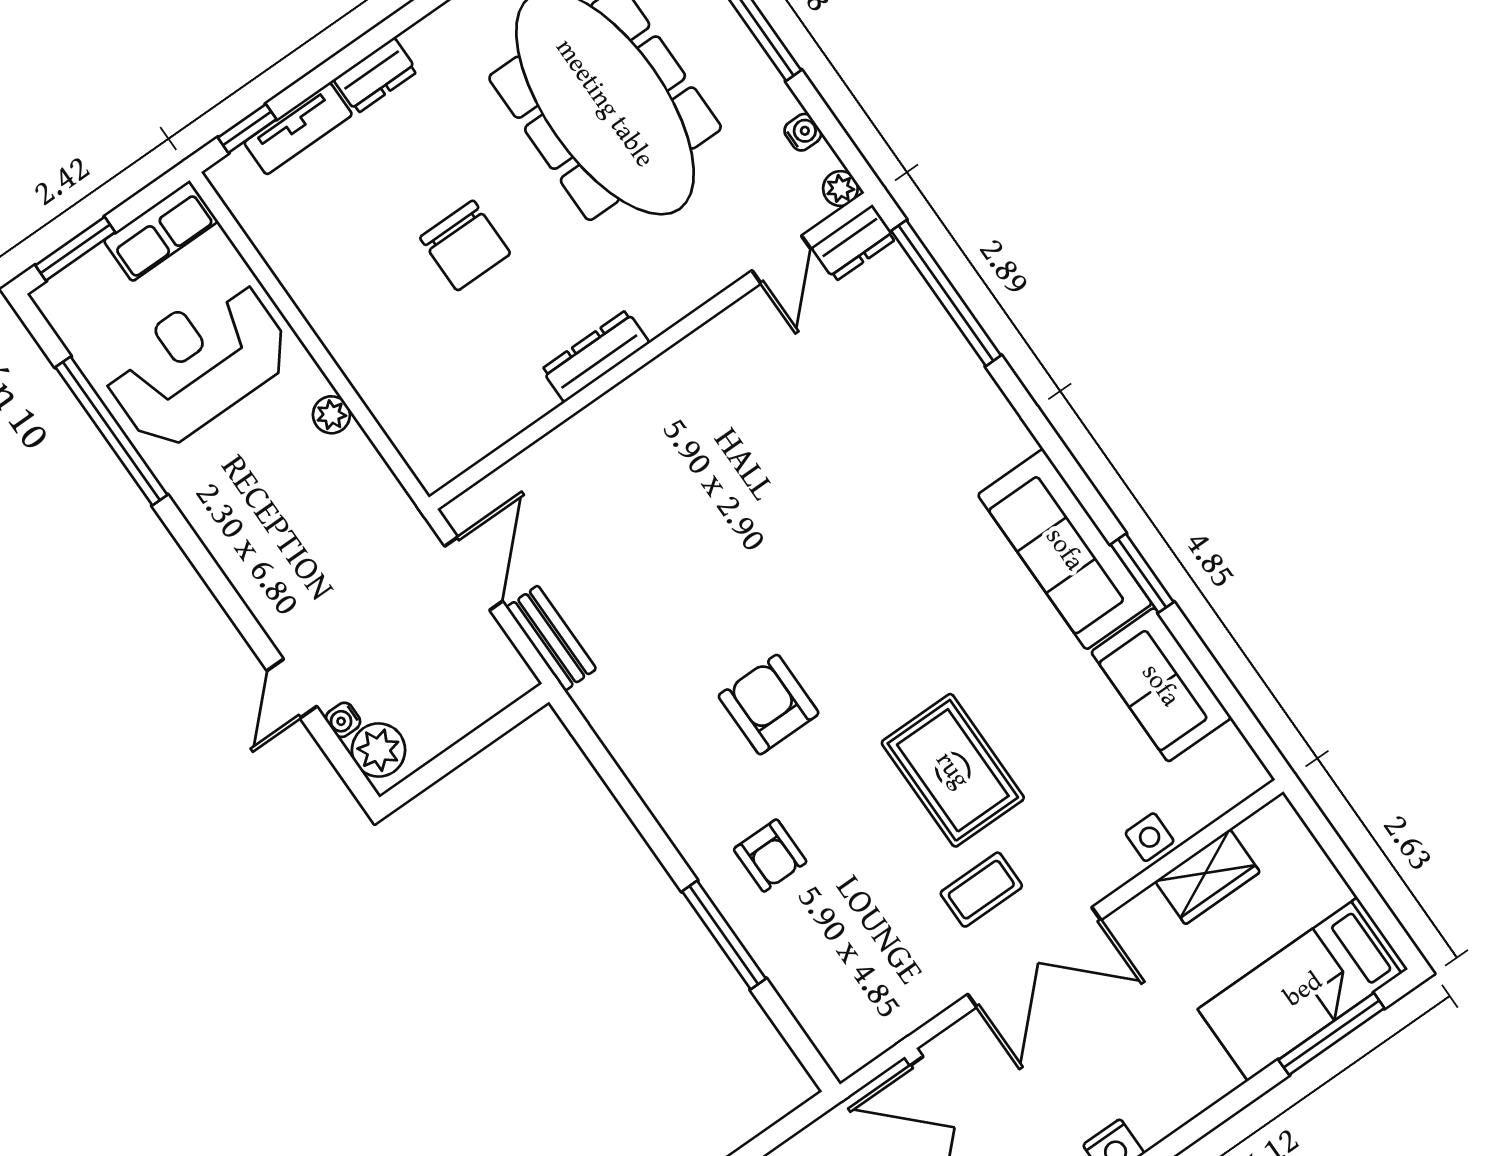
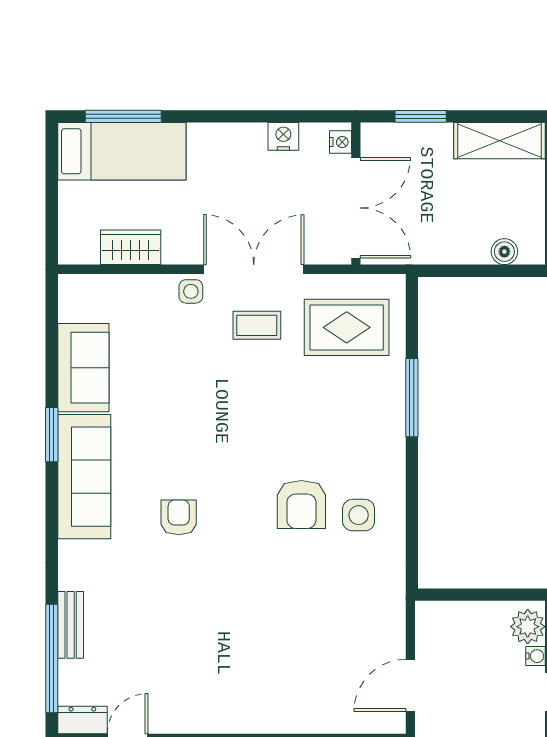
bench: (551, 638) -> (71, 625), moved
side table: (688, 741) -> (359, 515), added
rug: (953, 770) -> (347, 327), moved, turned 90
side table: (1150, 837) -> (191, 291), moved
armchair: (770, 856) -> (179, 517), moved

